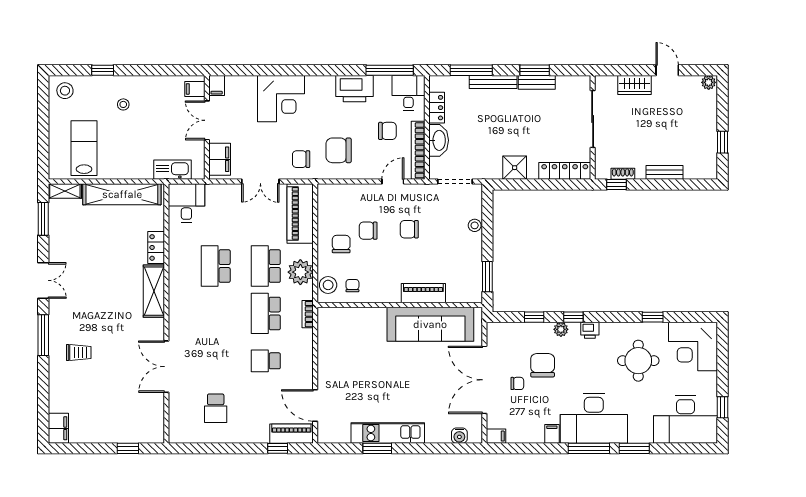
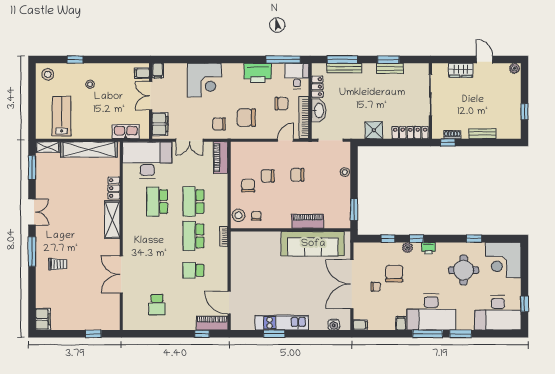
bench: (493, 82) -> (344, 68), moved
desk: (186, 203) -> (147, 160), width x1.87, depth x1.30
piano: (300, 213) -> (221, 158), width x0.73, depth x0.75
plant: (300, 272) -> (219, 206), removed

